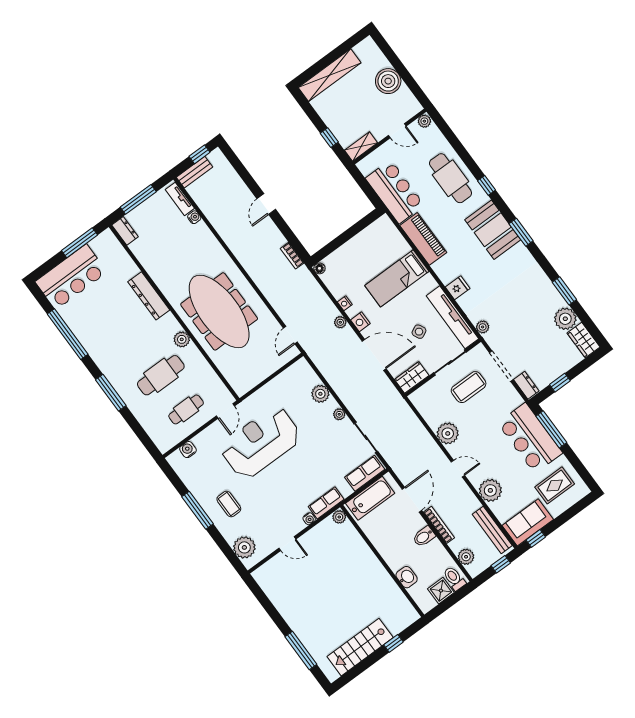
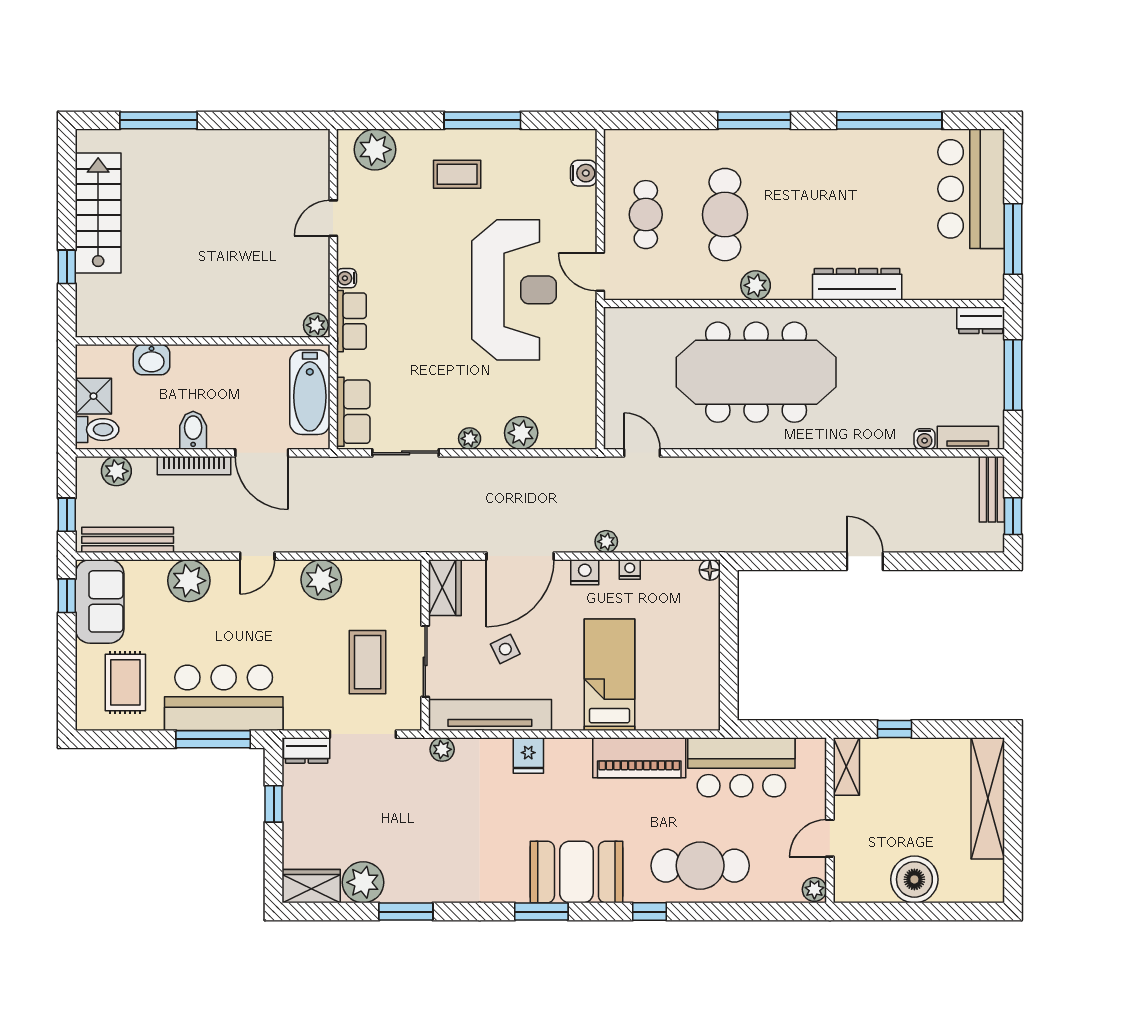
bookcase: (292, 256) -> (759, 543), removed

